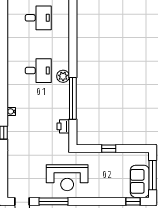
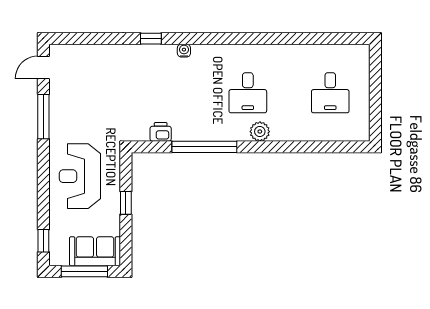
plant: (63, 76) -> (260, 132), moved
reception desk: (67, 178) -> (80, 176), moved
sofa: (140, 181) -> (95, 251), moved

